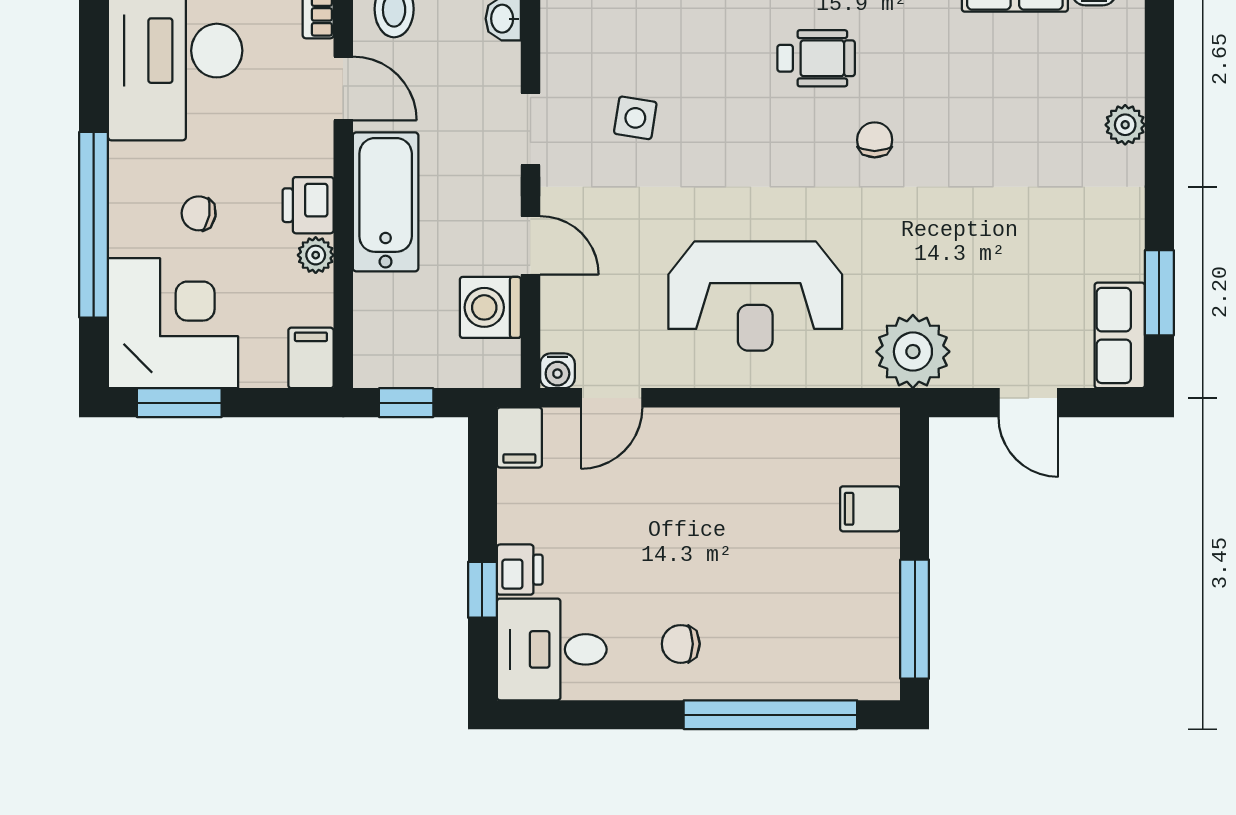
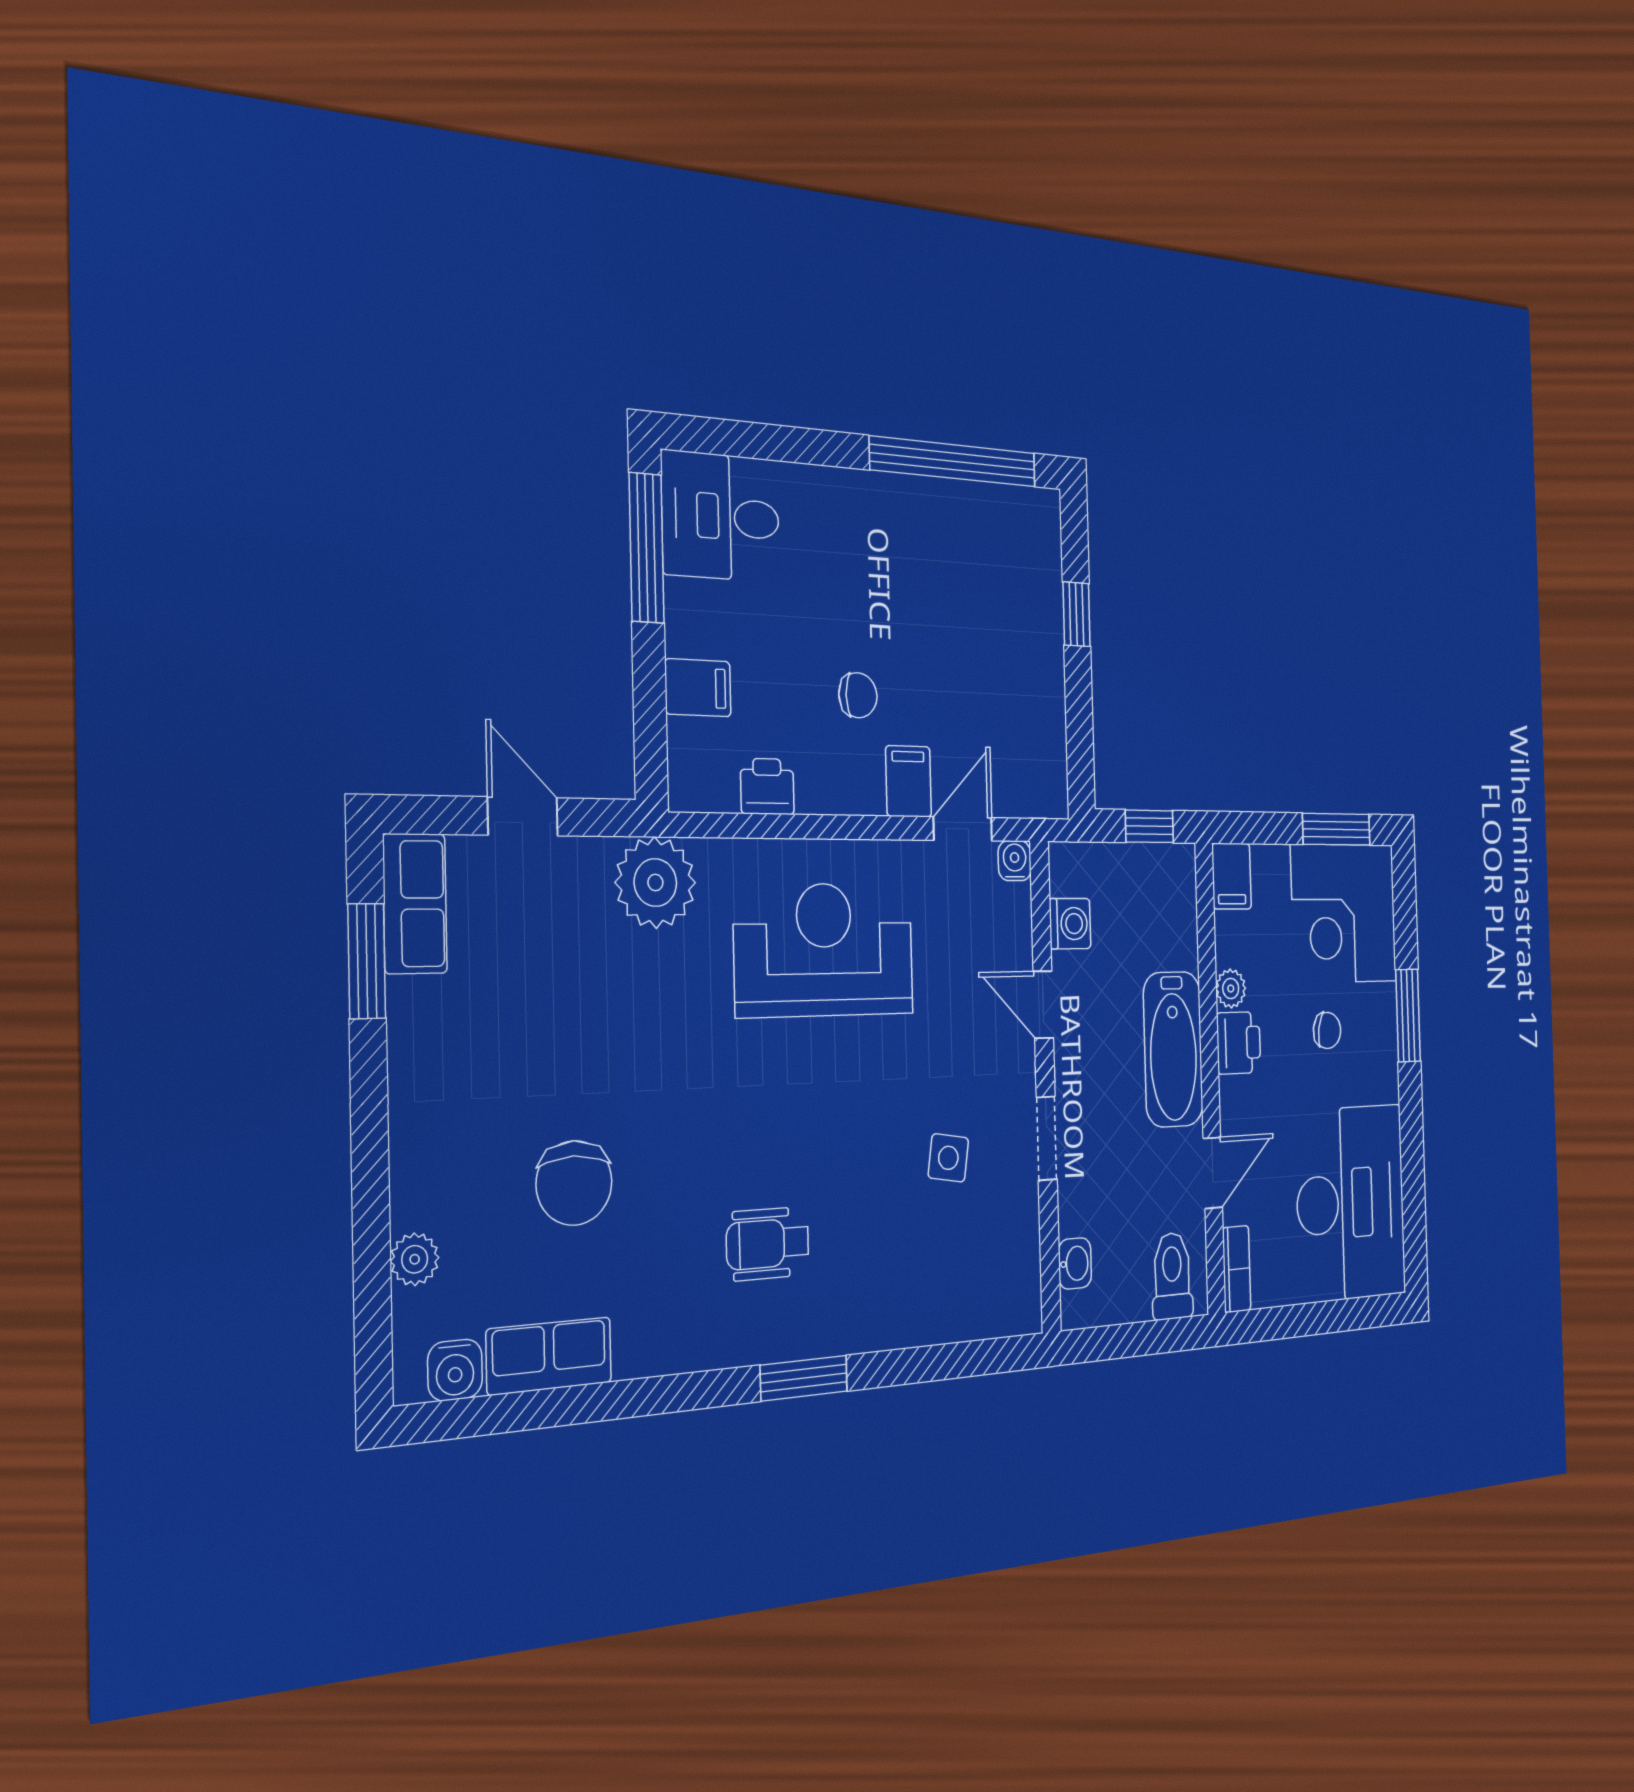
door: (343, 88) -> (1213, 1173), swing flipped
plant: (1125, 125) -> (415, 1259), moved
chair: (875, 140) -> (574, 1183), moved, width x1.87, depth x1.87
window: (94, 225) -> (1408, 1015), width x0.47
washing machine: (490, 307) -> (1070, 924), width x0.73, depth x0.73
filing cabinet: (519, 437) -> (909, 781), moved
printer: (520, 570) -> (767, 787), moved, turned 90
chair: (681, 644) -> (858, 695), moved
desk: (552, 649) -> (721, 517), moved, turned 180
window: (770, 715) -> (953, 461), moved

